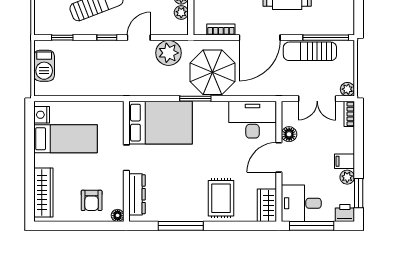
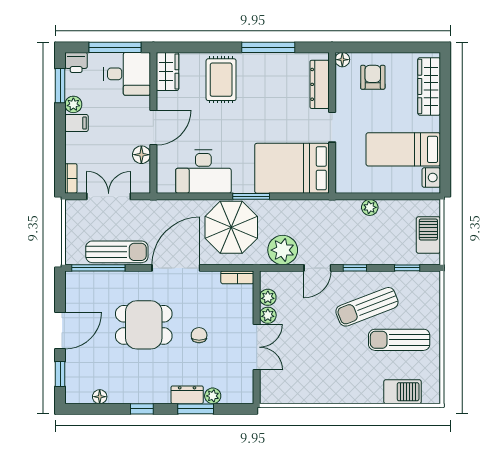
bookcase: (221, 30) -> (237, 277), moved
plant: (347, 89) -> (370, 207), moved
desk: (253, 120) -> (203, 172), moved

